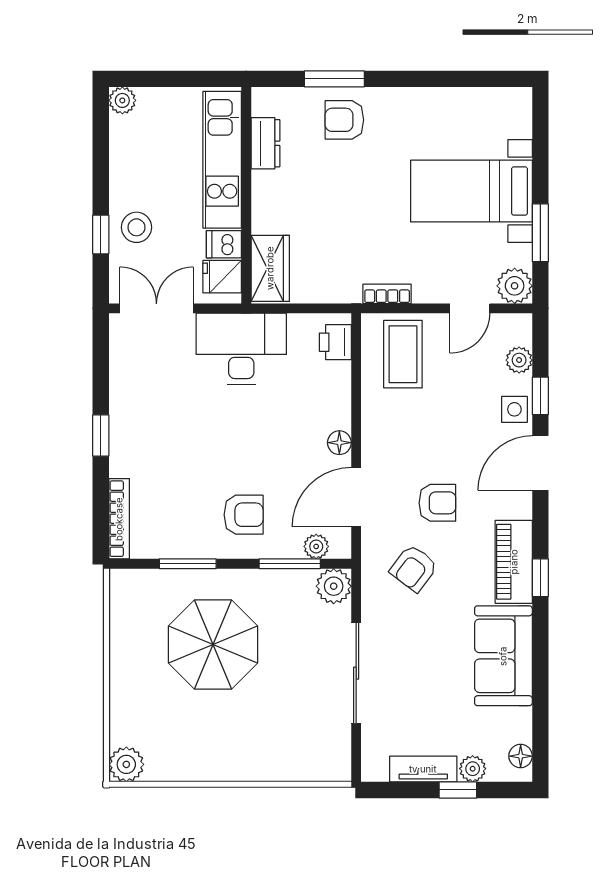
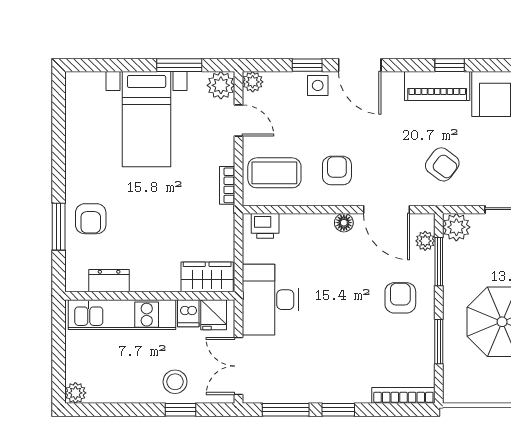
plant: (519, 360) -> (253, 82), moved
window: (101, 368) -> (286, 410), added
armchair: (437, 503) -> (337, 171), moved

